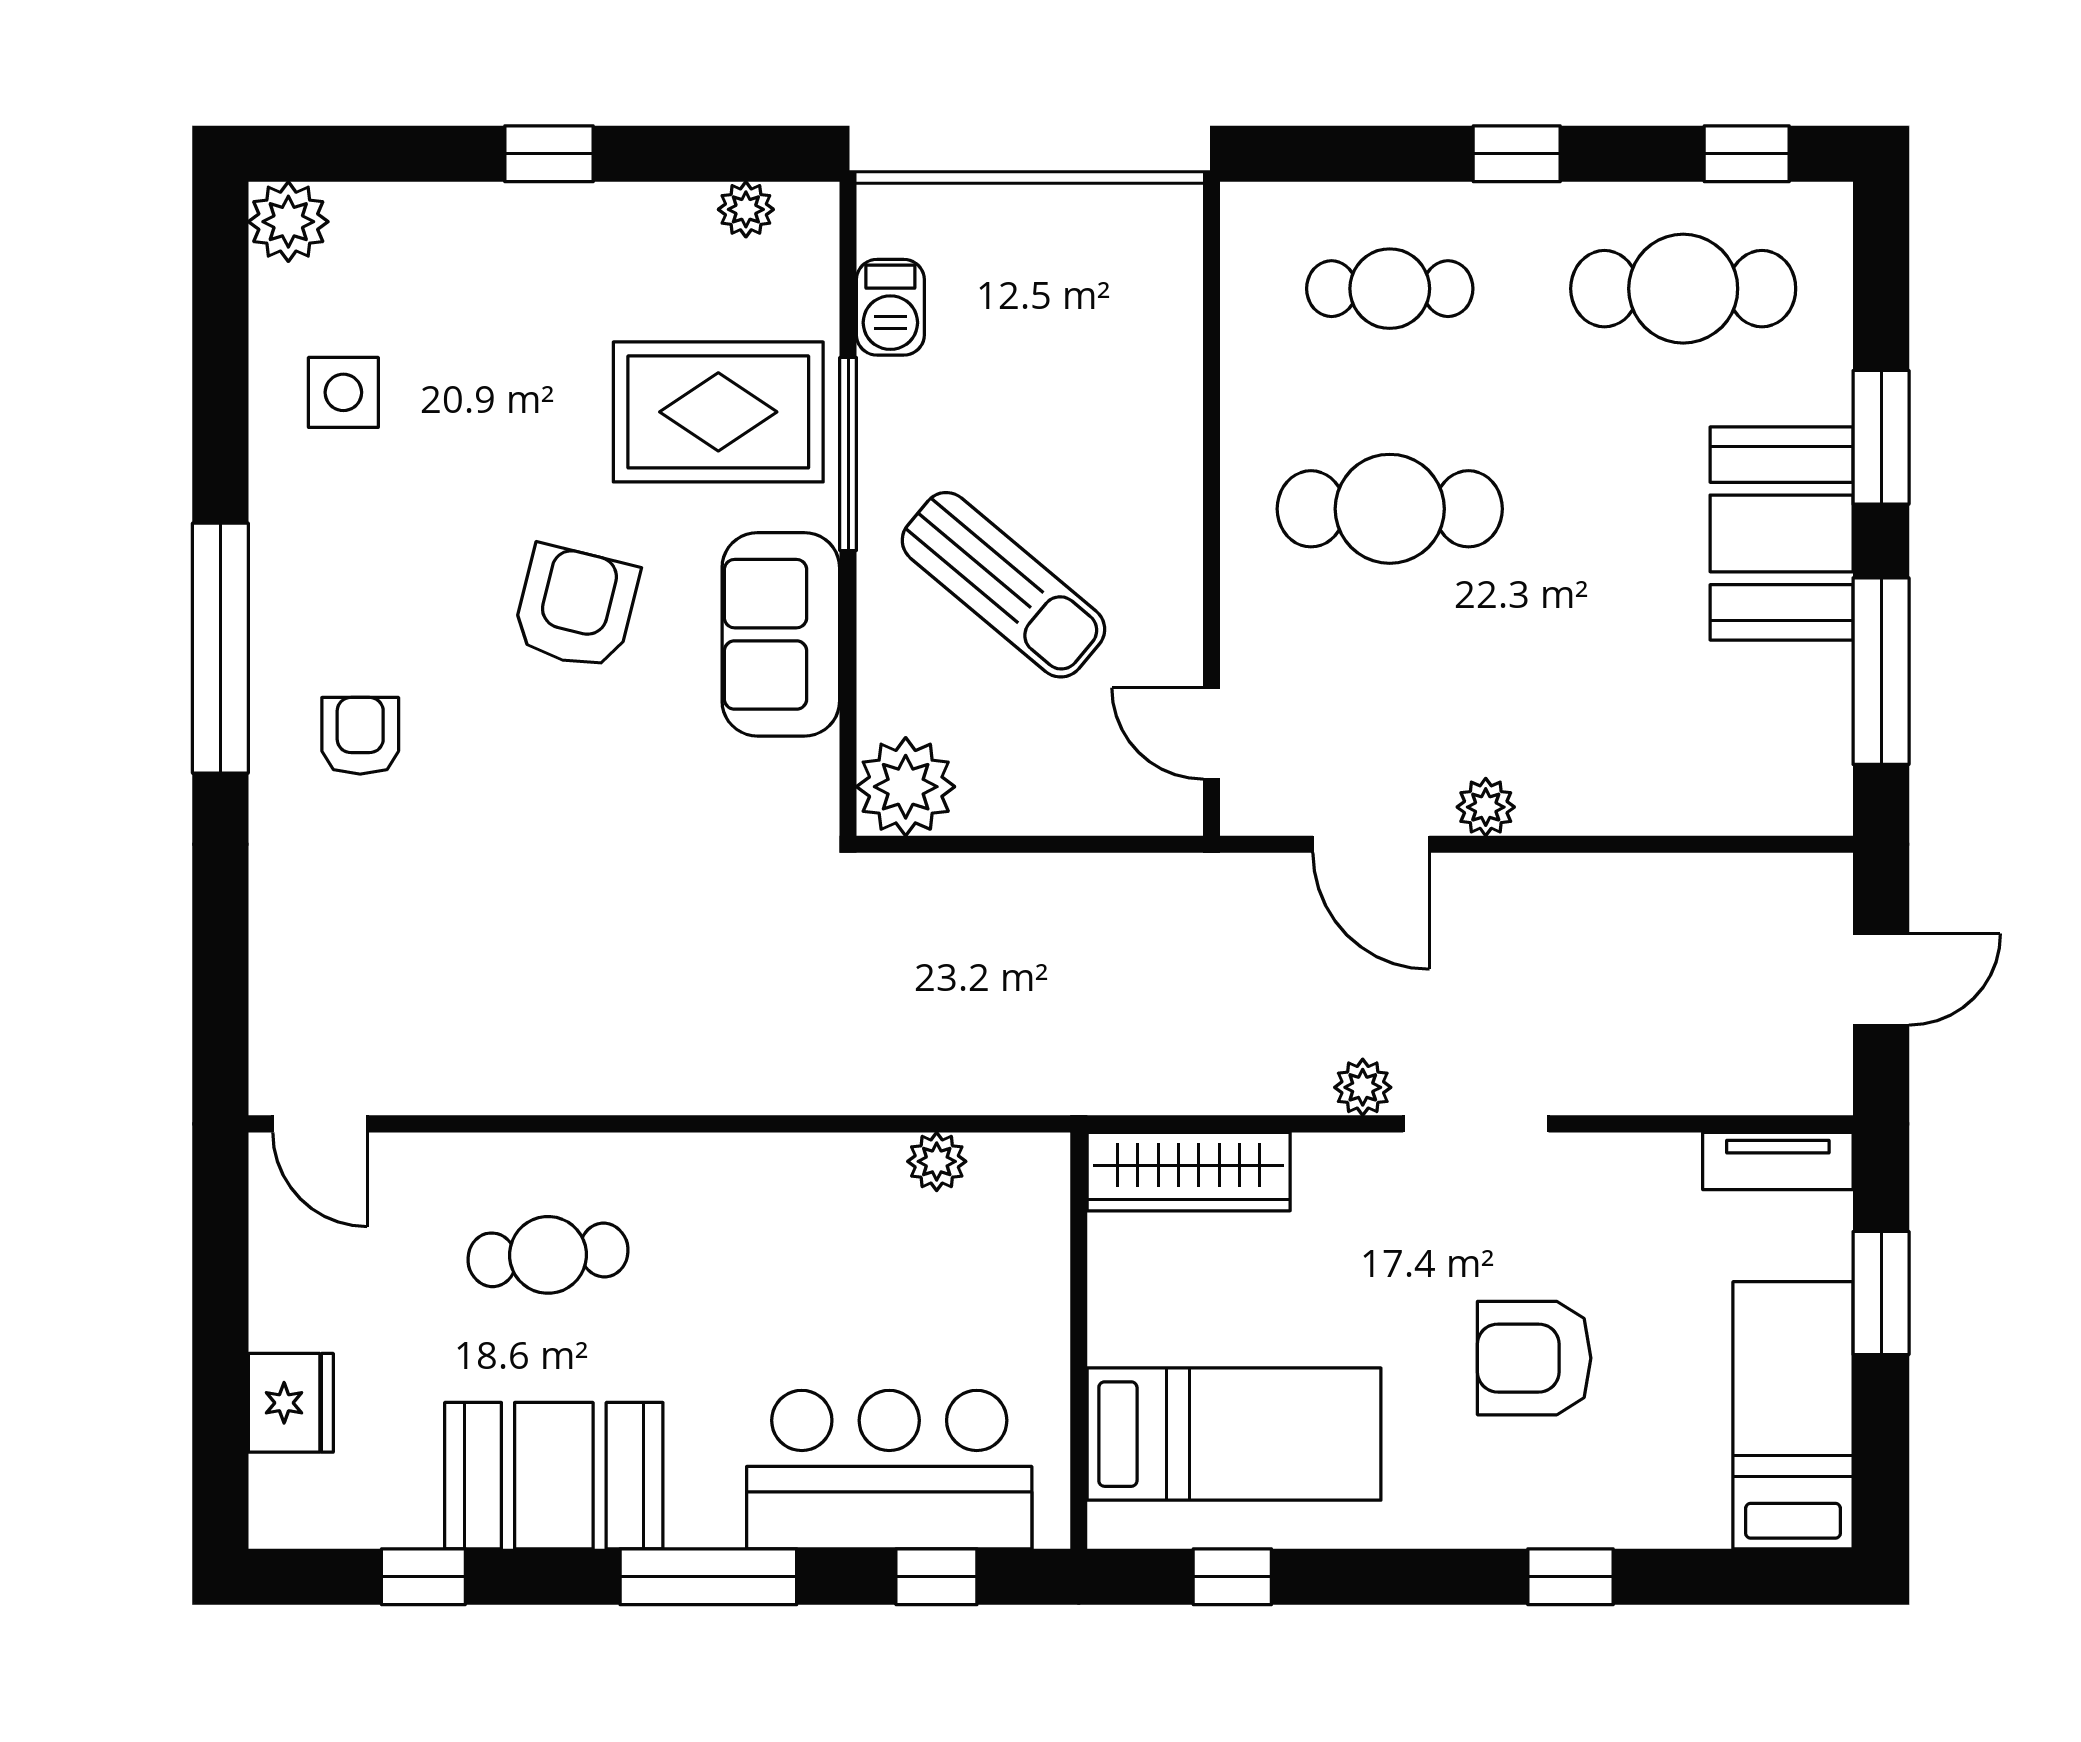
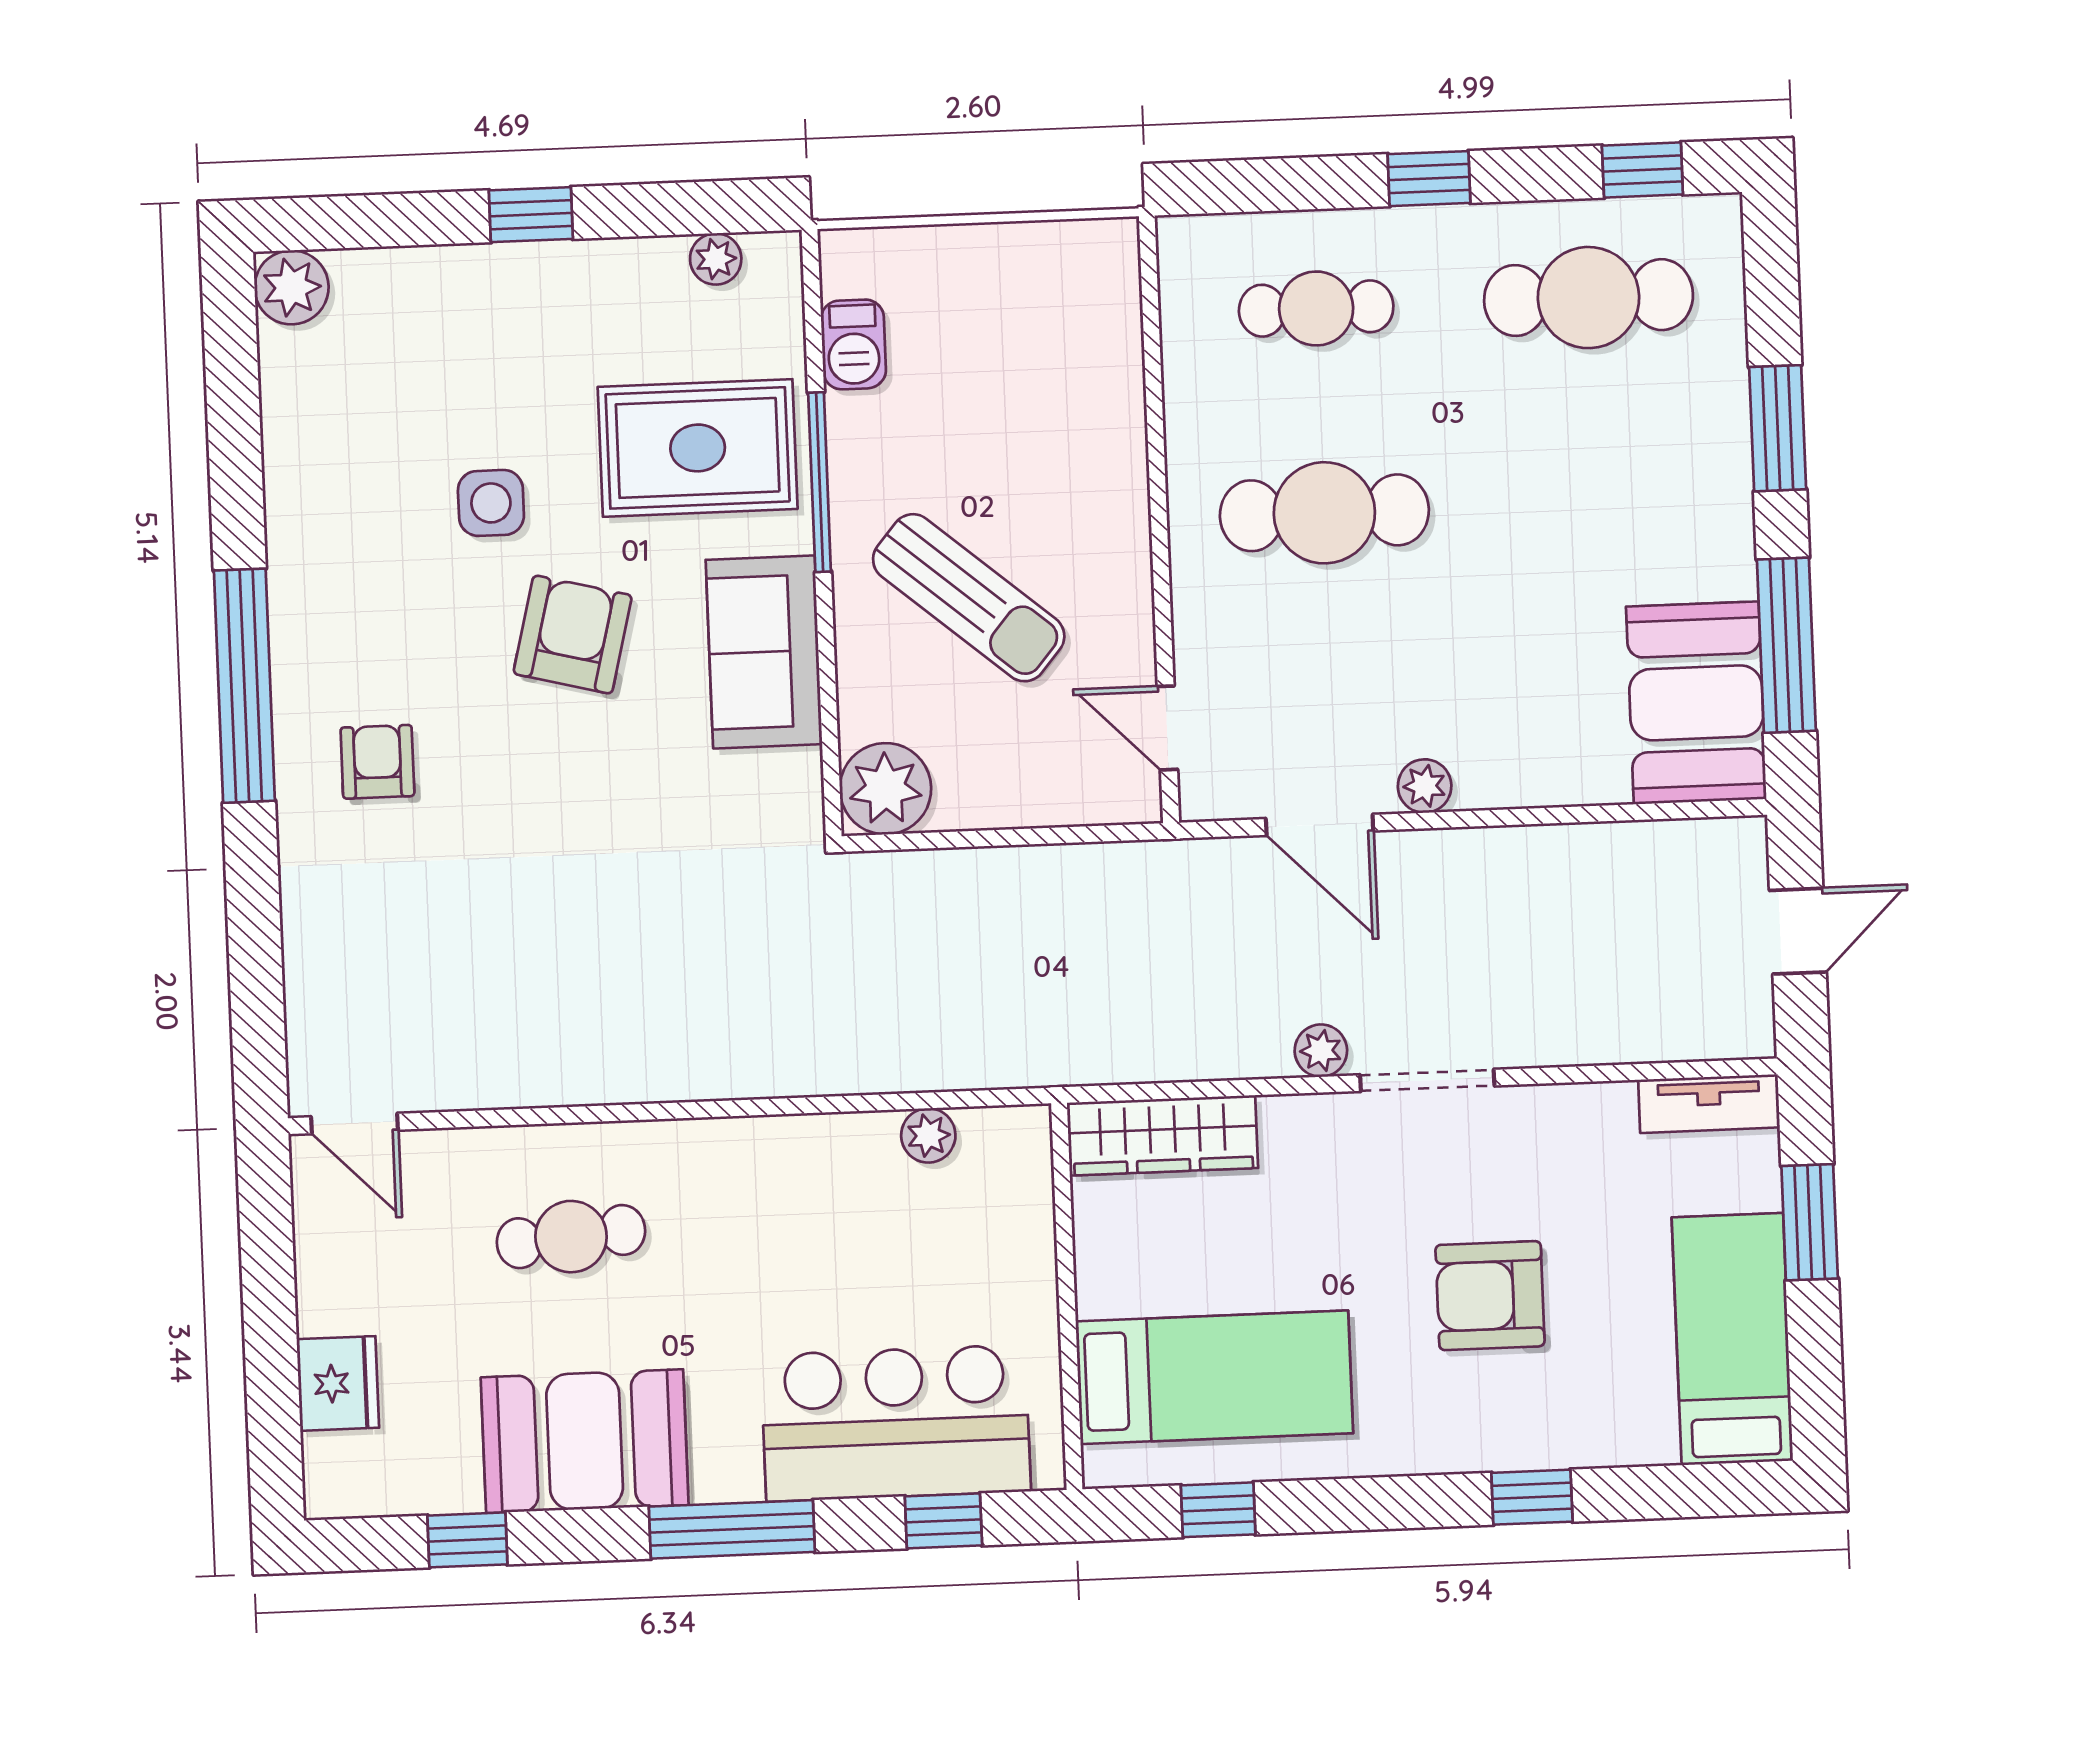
side table: (343, 392) -> (491, 503), moved
booth: (1782, 533) -> (1696, 703), moved

